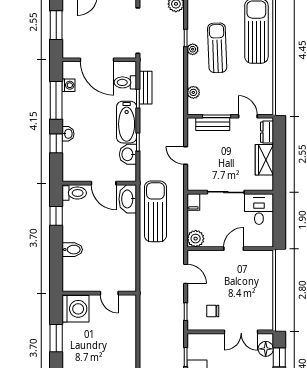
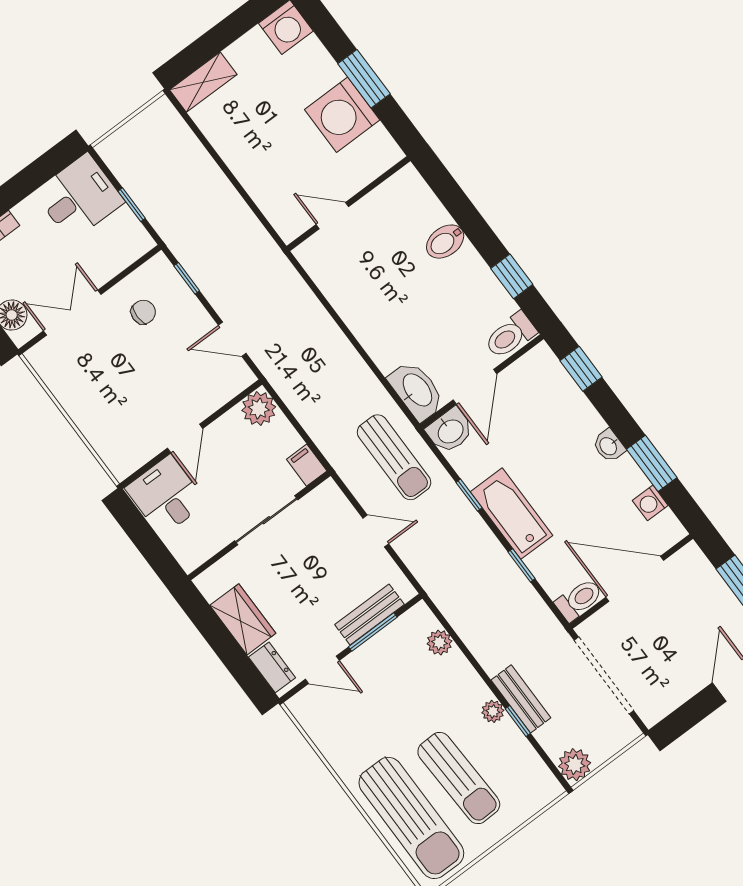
sun lounger: (217, 48) -> (459, 778), moved
toilet: (125, 82) -> (579, 600), moved
bench: (146, 88) -> (521, 699), moved
window: (56, 100) -> (652, 463), width x0.69
washbasin: (68, 134) -> (609, 446), moved
window: (56, 143) -> (581, 369), moved
washbasin: (128, 154) -> (450, 431), moved, turned 90
door: (104, 183) -> (475, 387), swing flipped
desk: (259, 209) -> (166, 496), moved, turned 180
sun lounger: (155, 211) -> (394, 457), moved, width x0.73, depth x0.75
washing machine: (75, 309) -> (342, 115), moved

